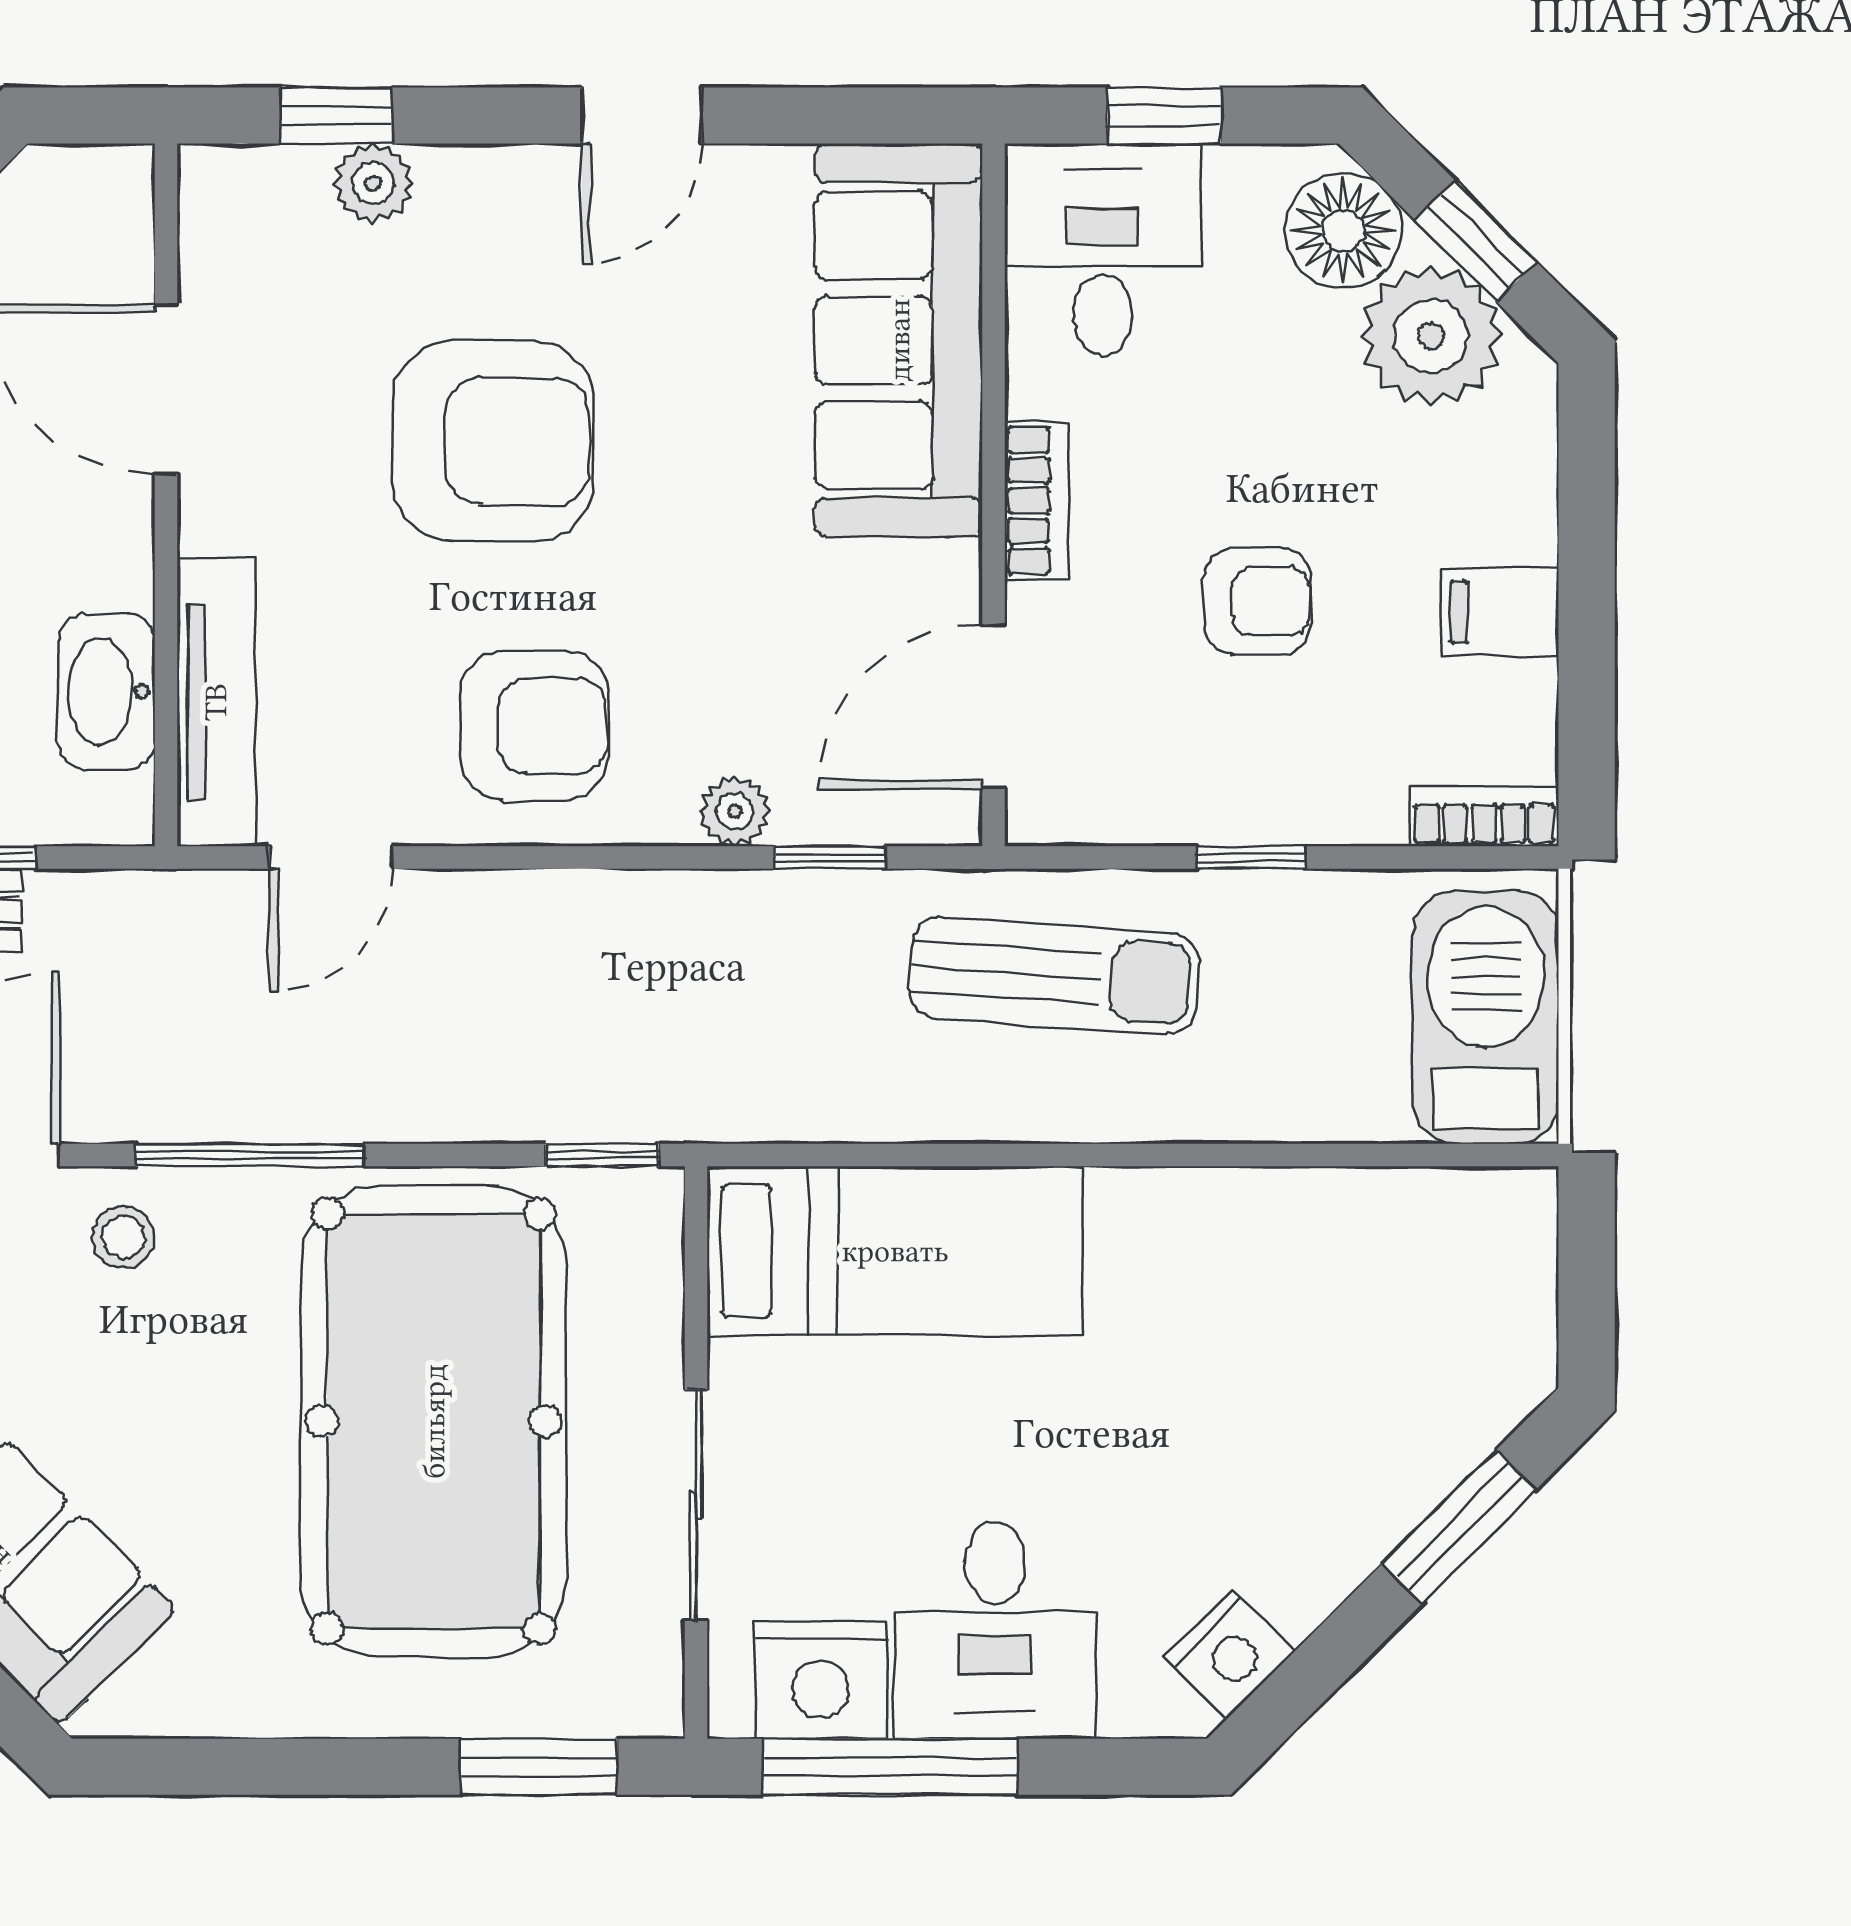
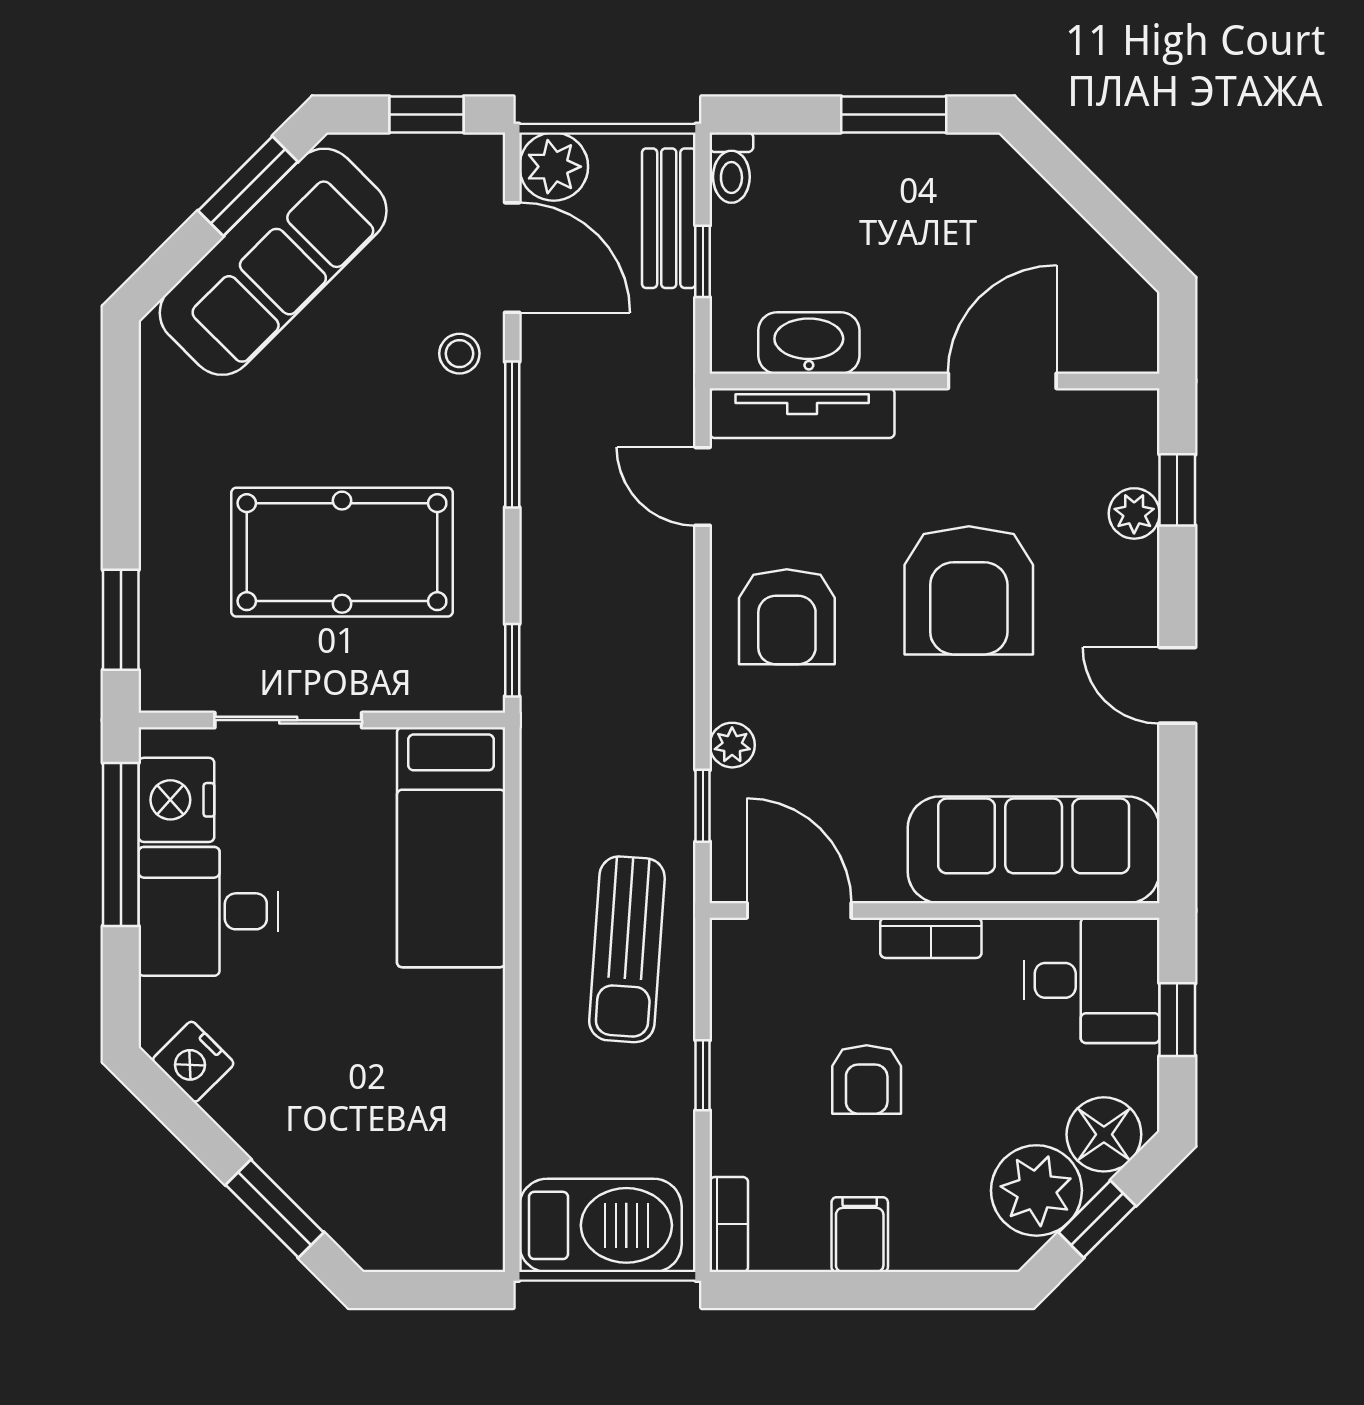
pool table: (434, 1421) -> (342, 552), width x0.73, depth x0.76

